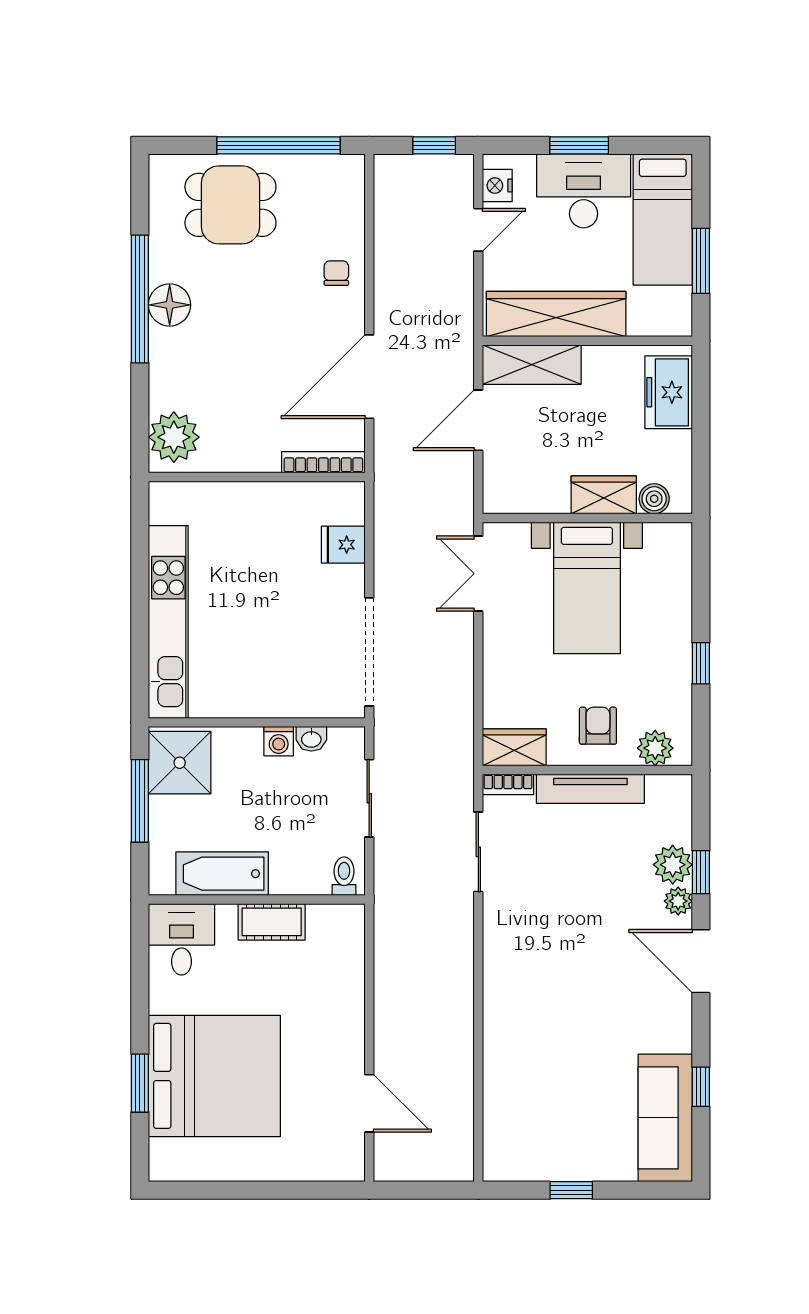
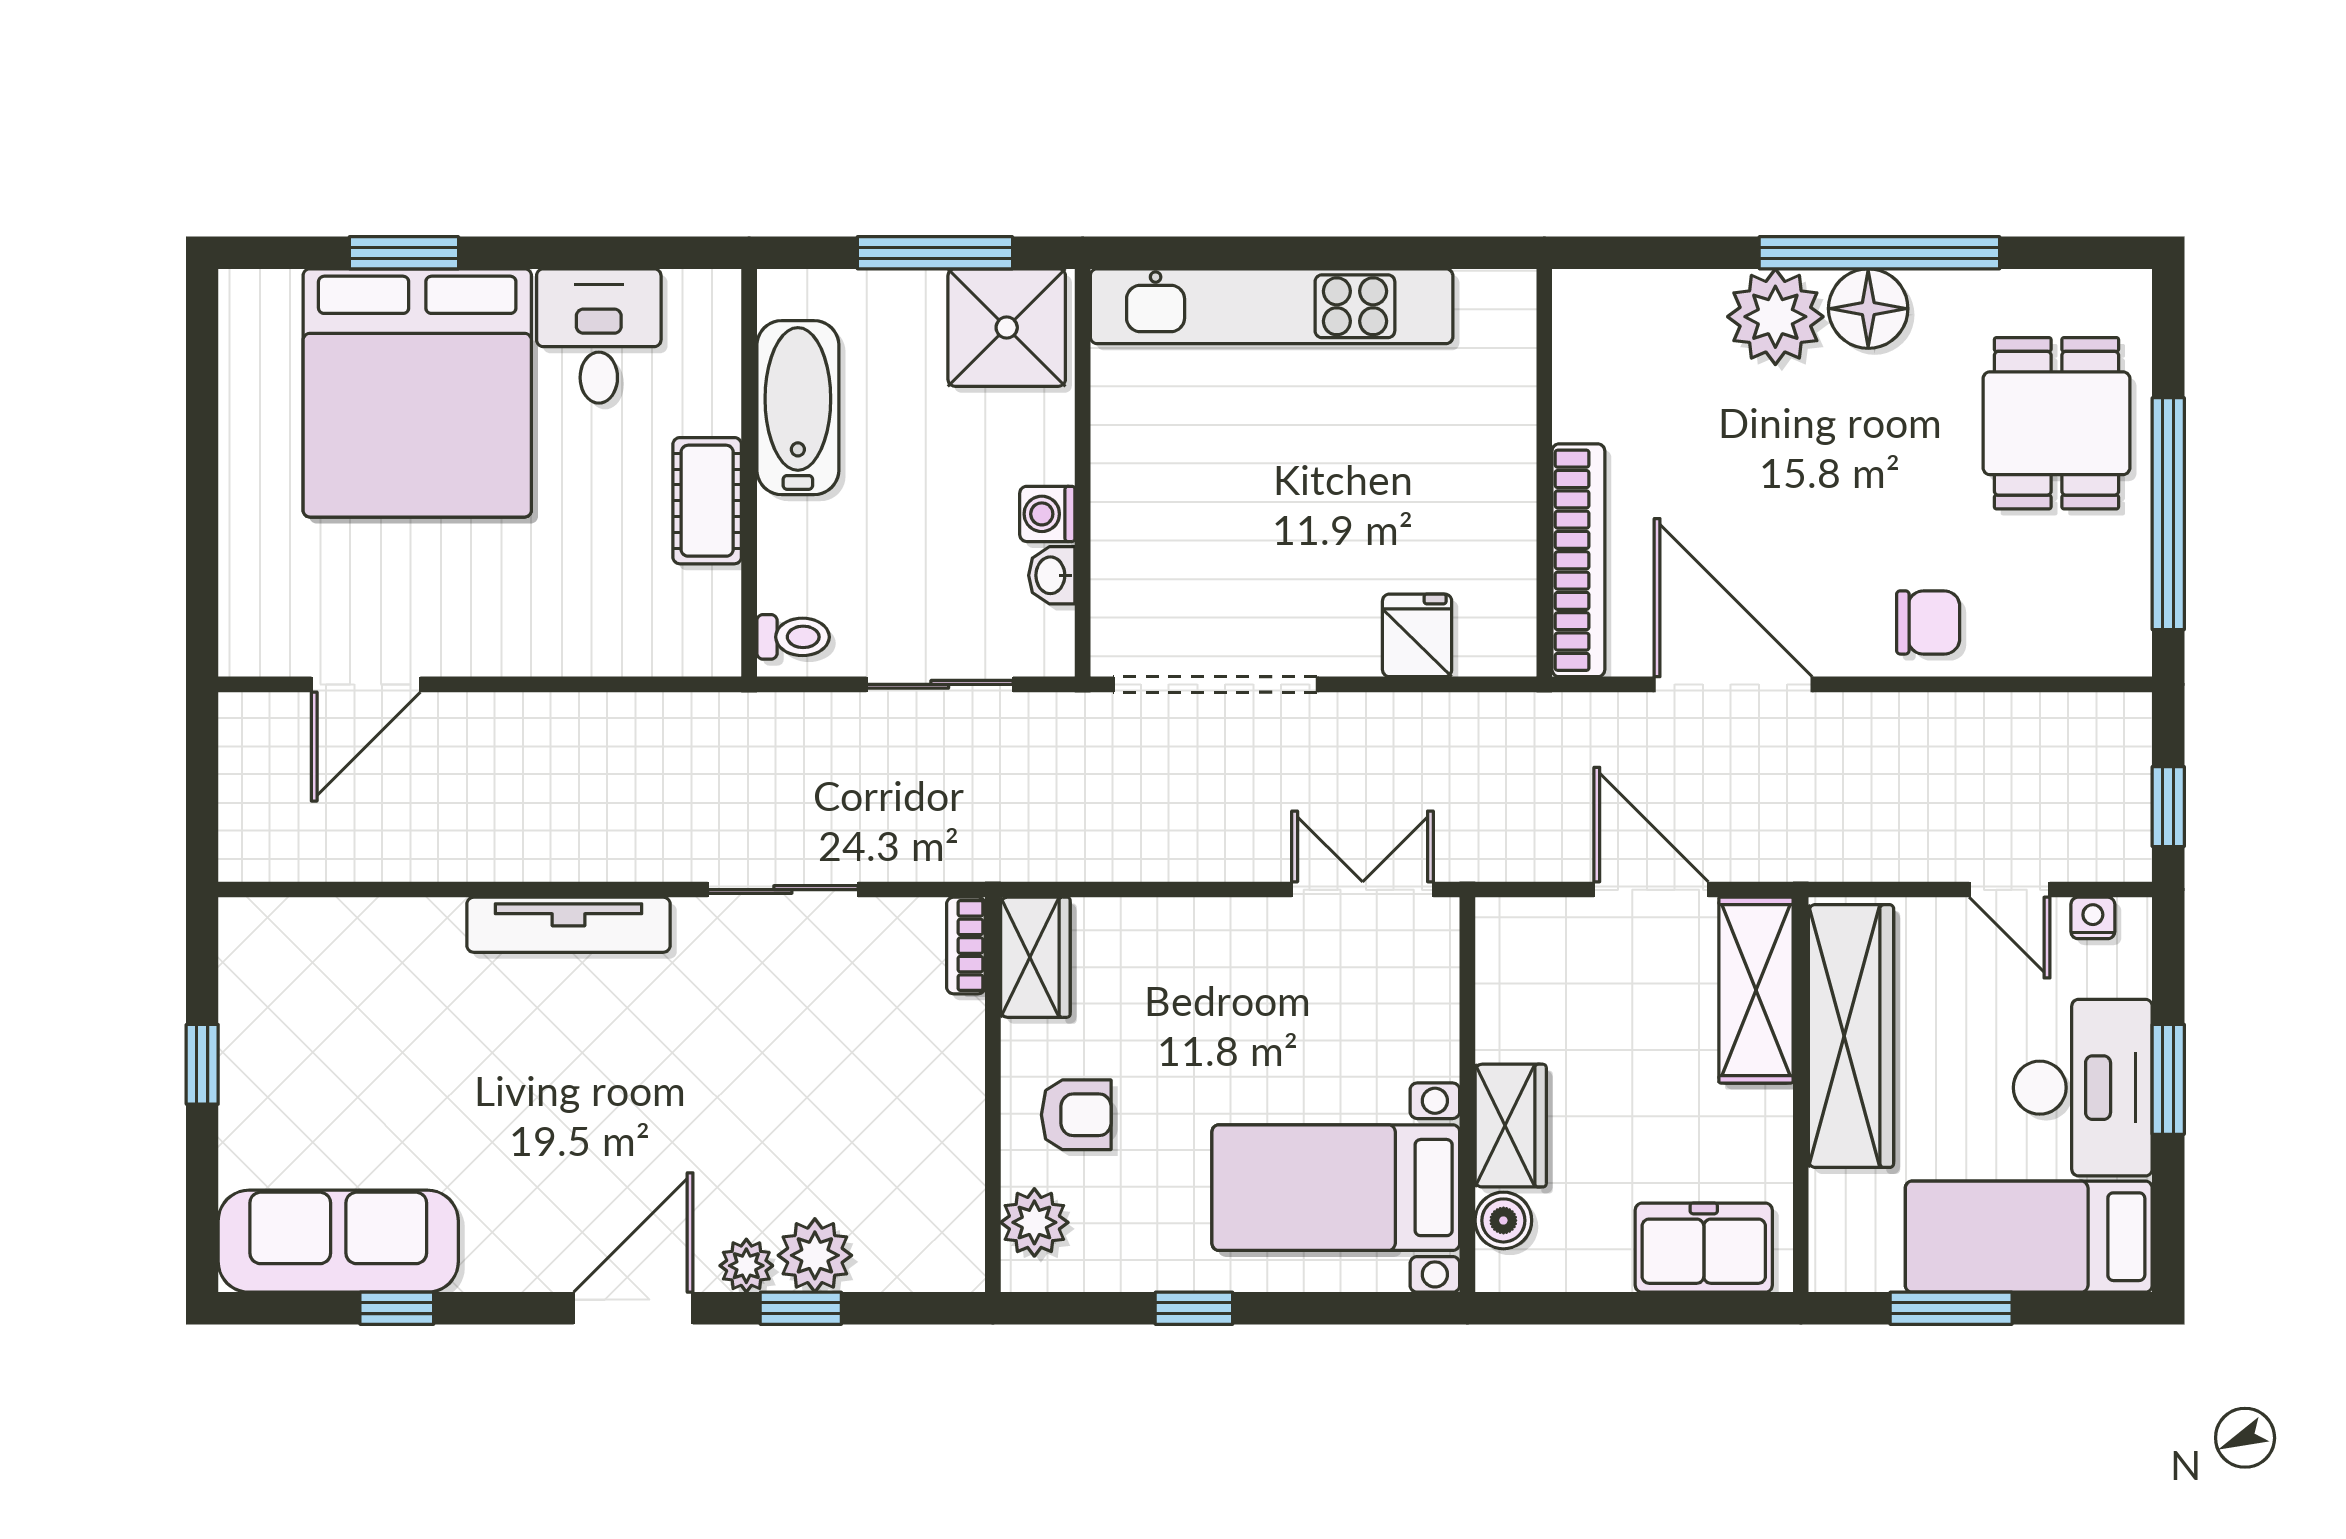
nightstand: (497, 186) -> (2093, 918), width x0.72, depth x0.74
chair: (336, 273) -> (1928, 622), width x1.37, depth x1.37
plant: (174, 437) -> (1775, 317), moved
bookcase: (323, 462) -> (1578, 560), width x1.48, depth x1.31
bed with nightstands: (587, 588) -> (1336, 1188), moved
tv unit: (590, 789) -> (569, 925), moved, turned -90
sliding door: (478, 852) -> (783, 890), moved
desk: (182, 939) -> (599, 336), moved, turned -90

